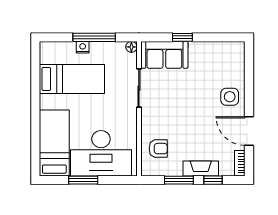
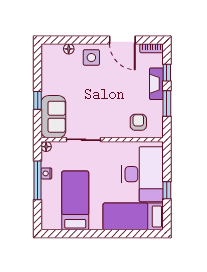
nightstand: (83, 47) -> (46, 173), moved
floor lamp: (239, 72) -> (69, 49), added
door: (249, 131) -> (122, 40), hinge flipped
window: (83, 180) -> (167, 190), width x0.67

